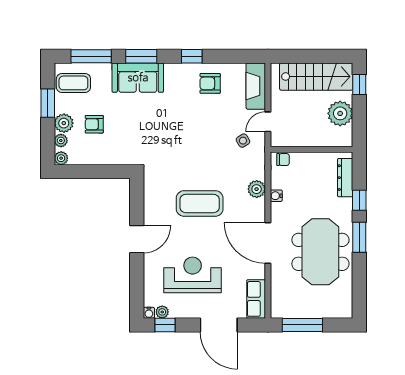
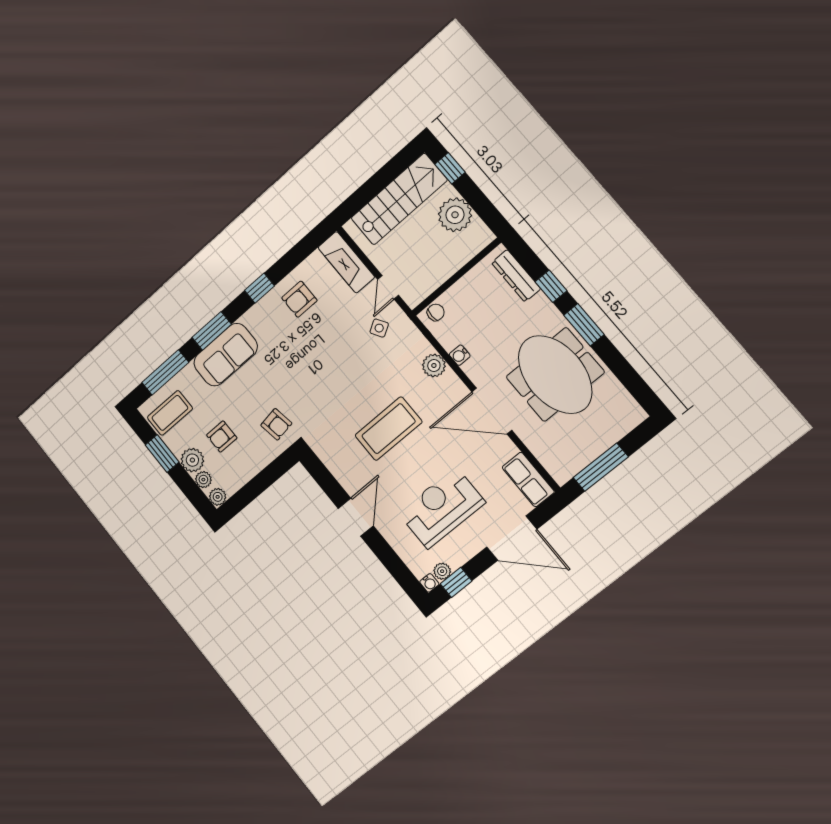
armchair: (134, 145) -> (276, 424), added

